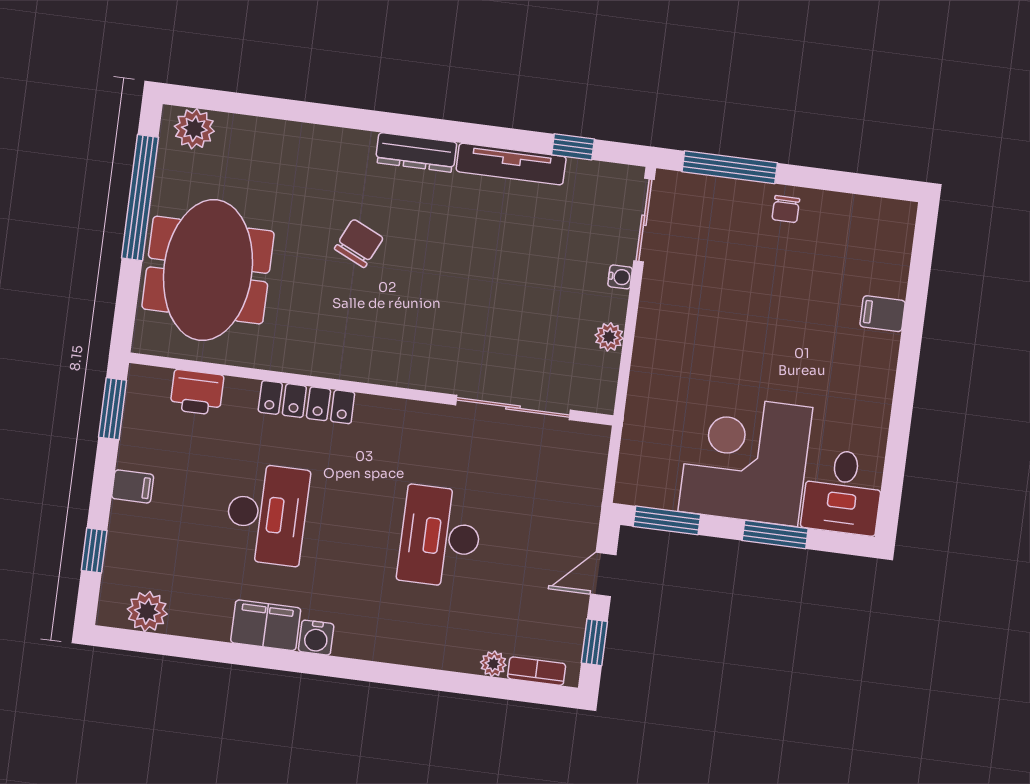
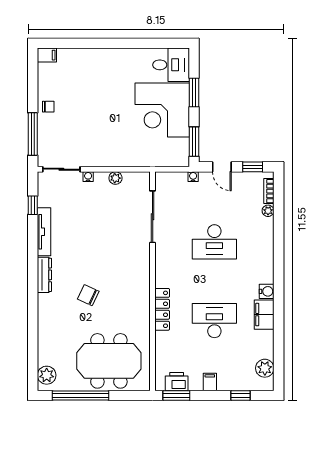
filing cabinet: (883, 314) -> (47, 55), moved, turned -90
printer: (197, 392) -> (177, 382), moved, turned -90
water cooler: (590, 508) -> (193, 177), added

